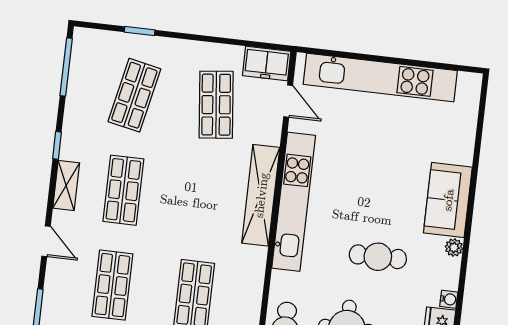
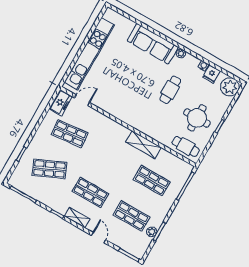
shop shelf: (134, 95) -> (49, 169), turned -36
shelving: (261, 195) -> (143, 145), moved, width x0.68
sofa: (448, 200) -> (153, 44), width x1.36
kitchen unit: (294, 202) -> (129, 117), removed
door: (46, 241) -> (99, 238), hinge flipped

